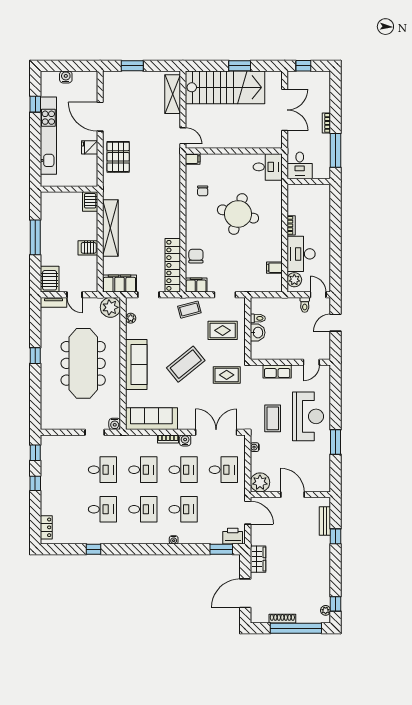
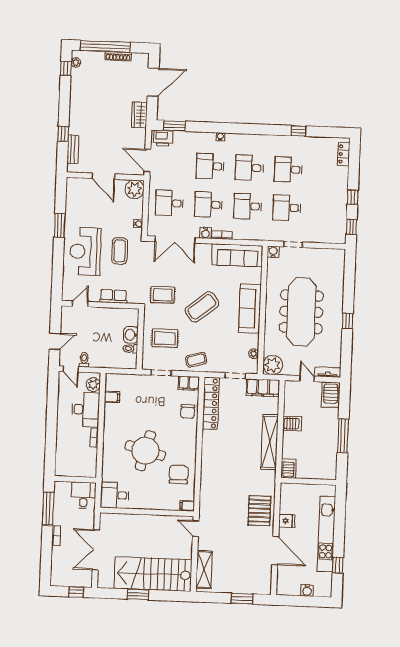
chair: (203, 191) -> (179, 474), width x1.87, depth x1.87

